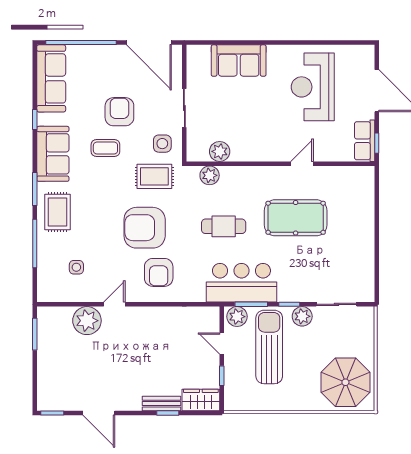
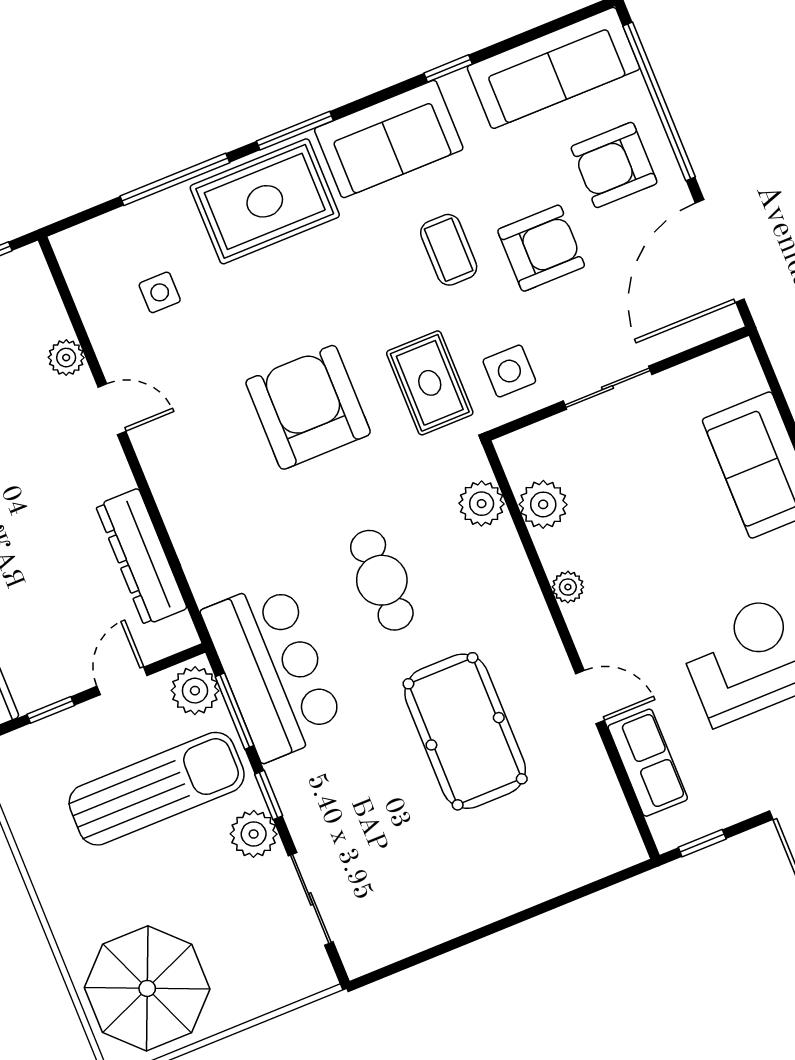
row of seats: (365, 141) -> (648, 763), moved, turned 90
plant: (256, 155) -> (568, 587), added
rug: (58, 212) -> (265, 201), width x1.36, depth x1.43
armchair: (159, 272) -> (614, 165), moved
dresser: (176, 316) -> (141, 557), added
plant: (87, 321) -> (66, 358), width x0.53, depth x0.53

